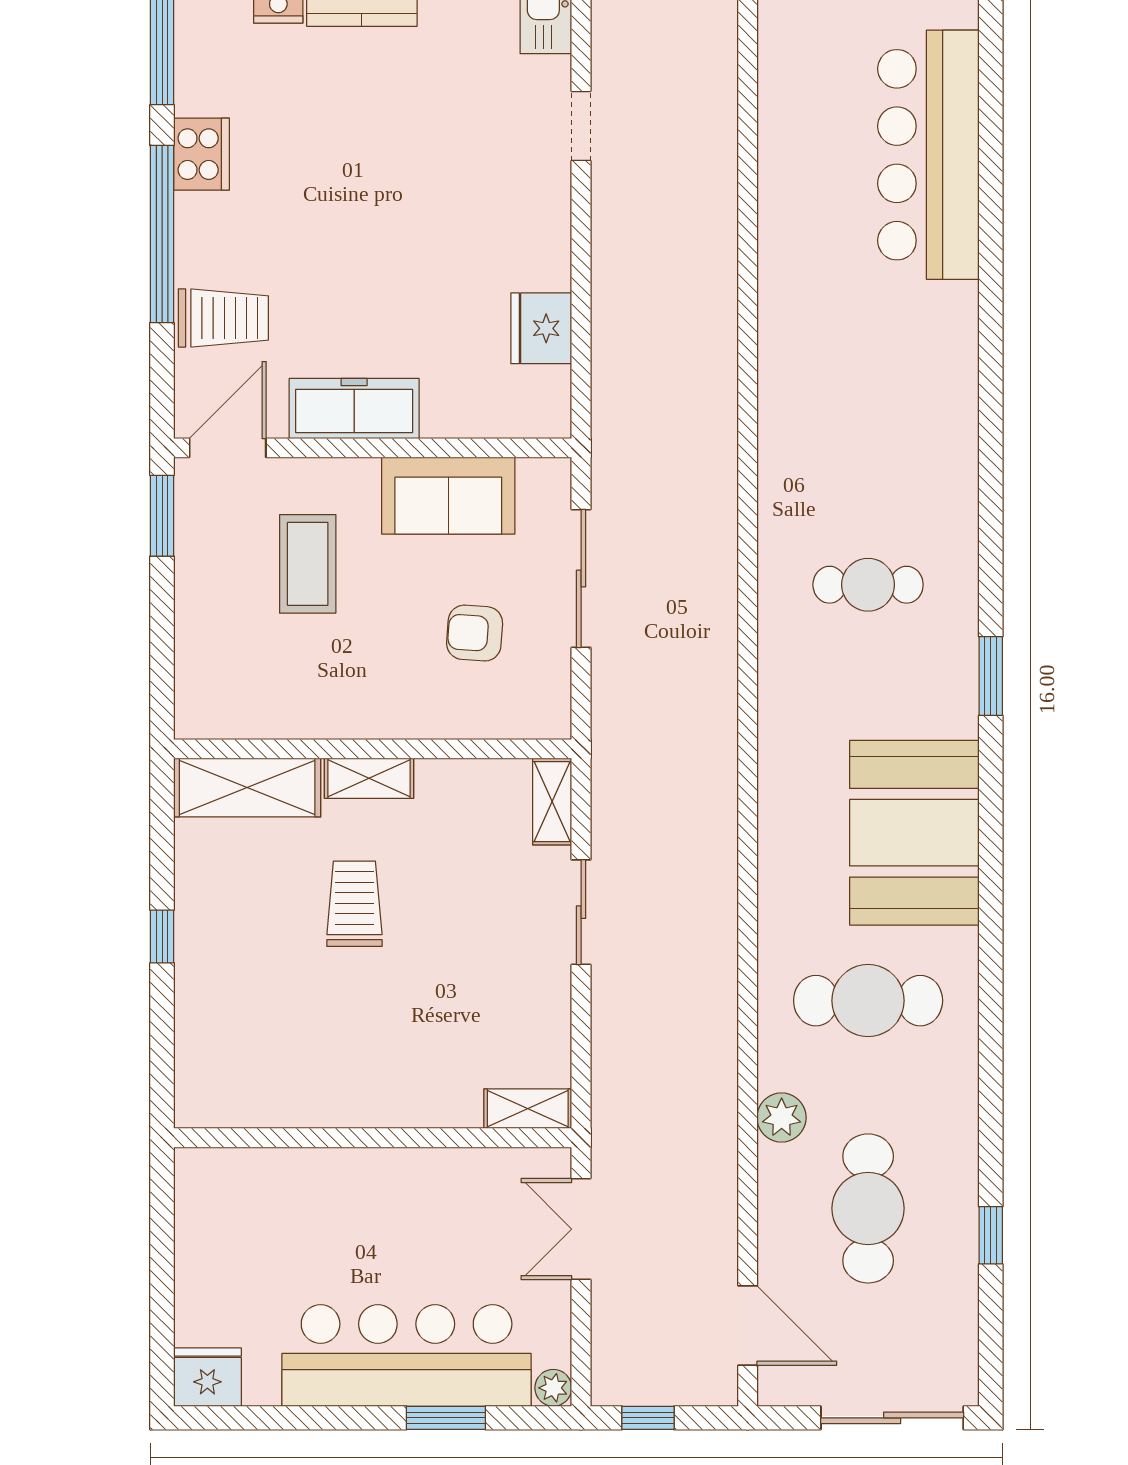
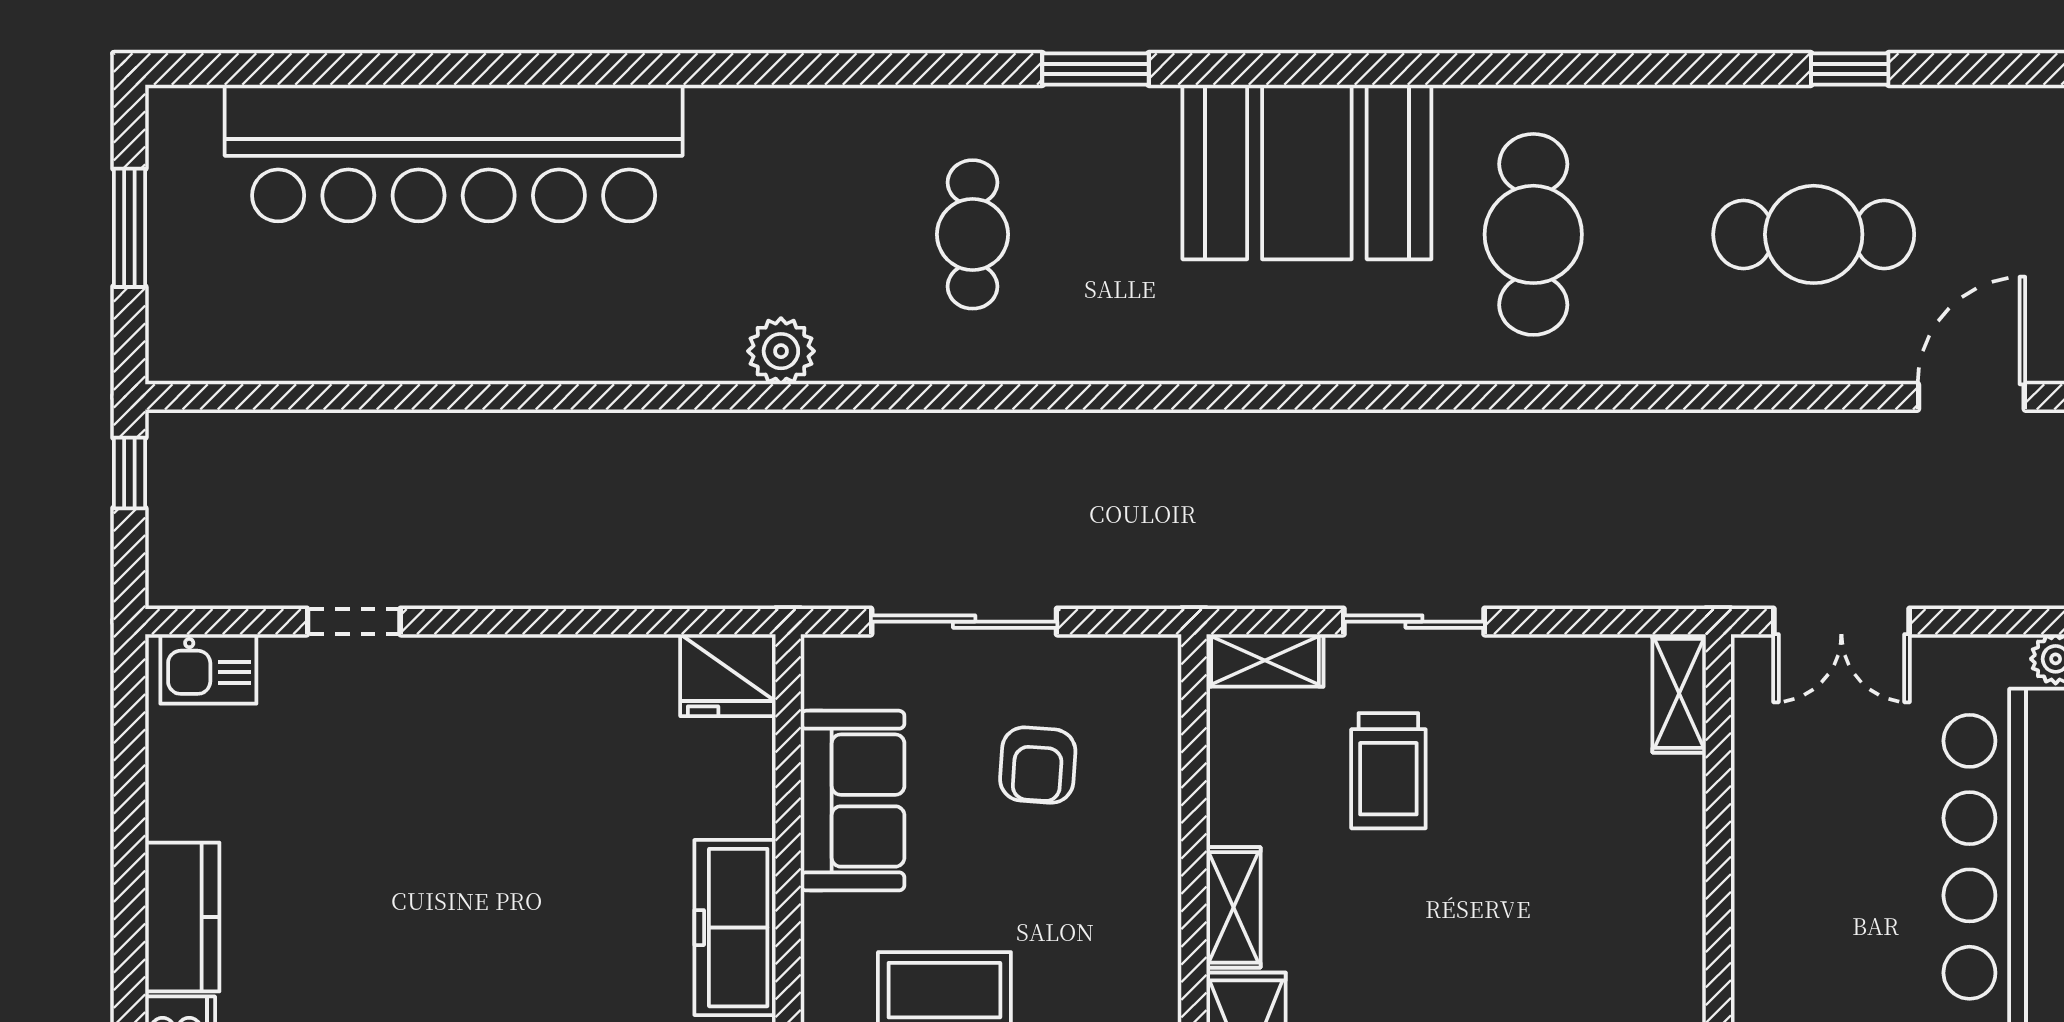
bar counter: (928, 155) -> (454, 153), width x1.36
fridge: (541, 328) -> (728, 675), moved
trolley: (354, 904) -> (1388, 771), moved, turned -90
plant: (782, 1118) -> (781, 351), moved

